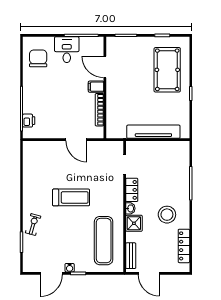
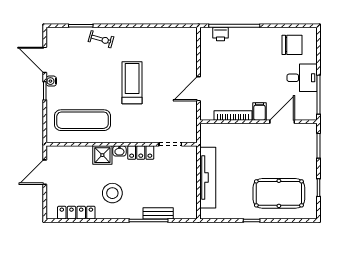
treadmill: (71, 197) -> (132, 83), turned 180
bench: (131, 256) -> (158, 213), moved

